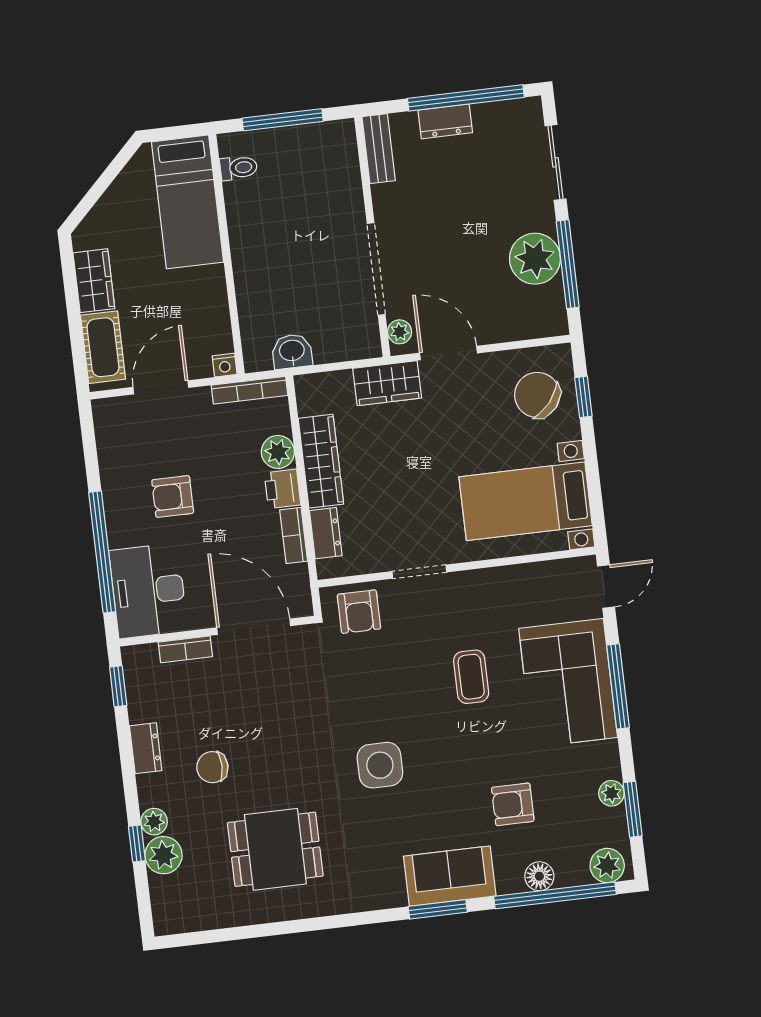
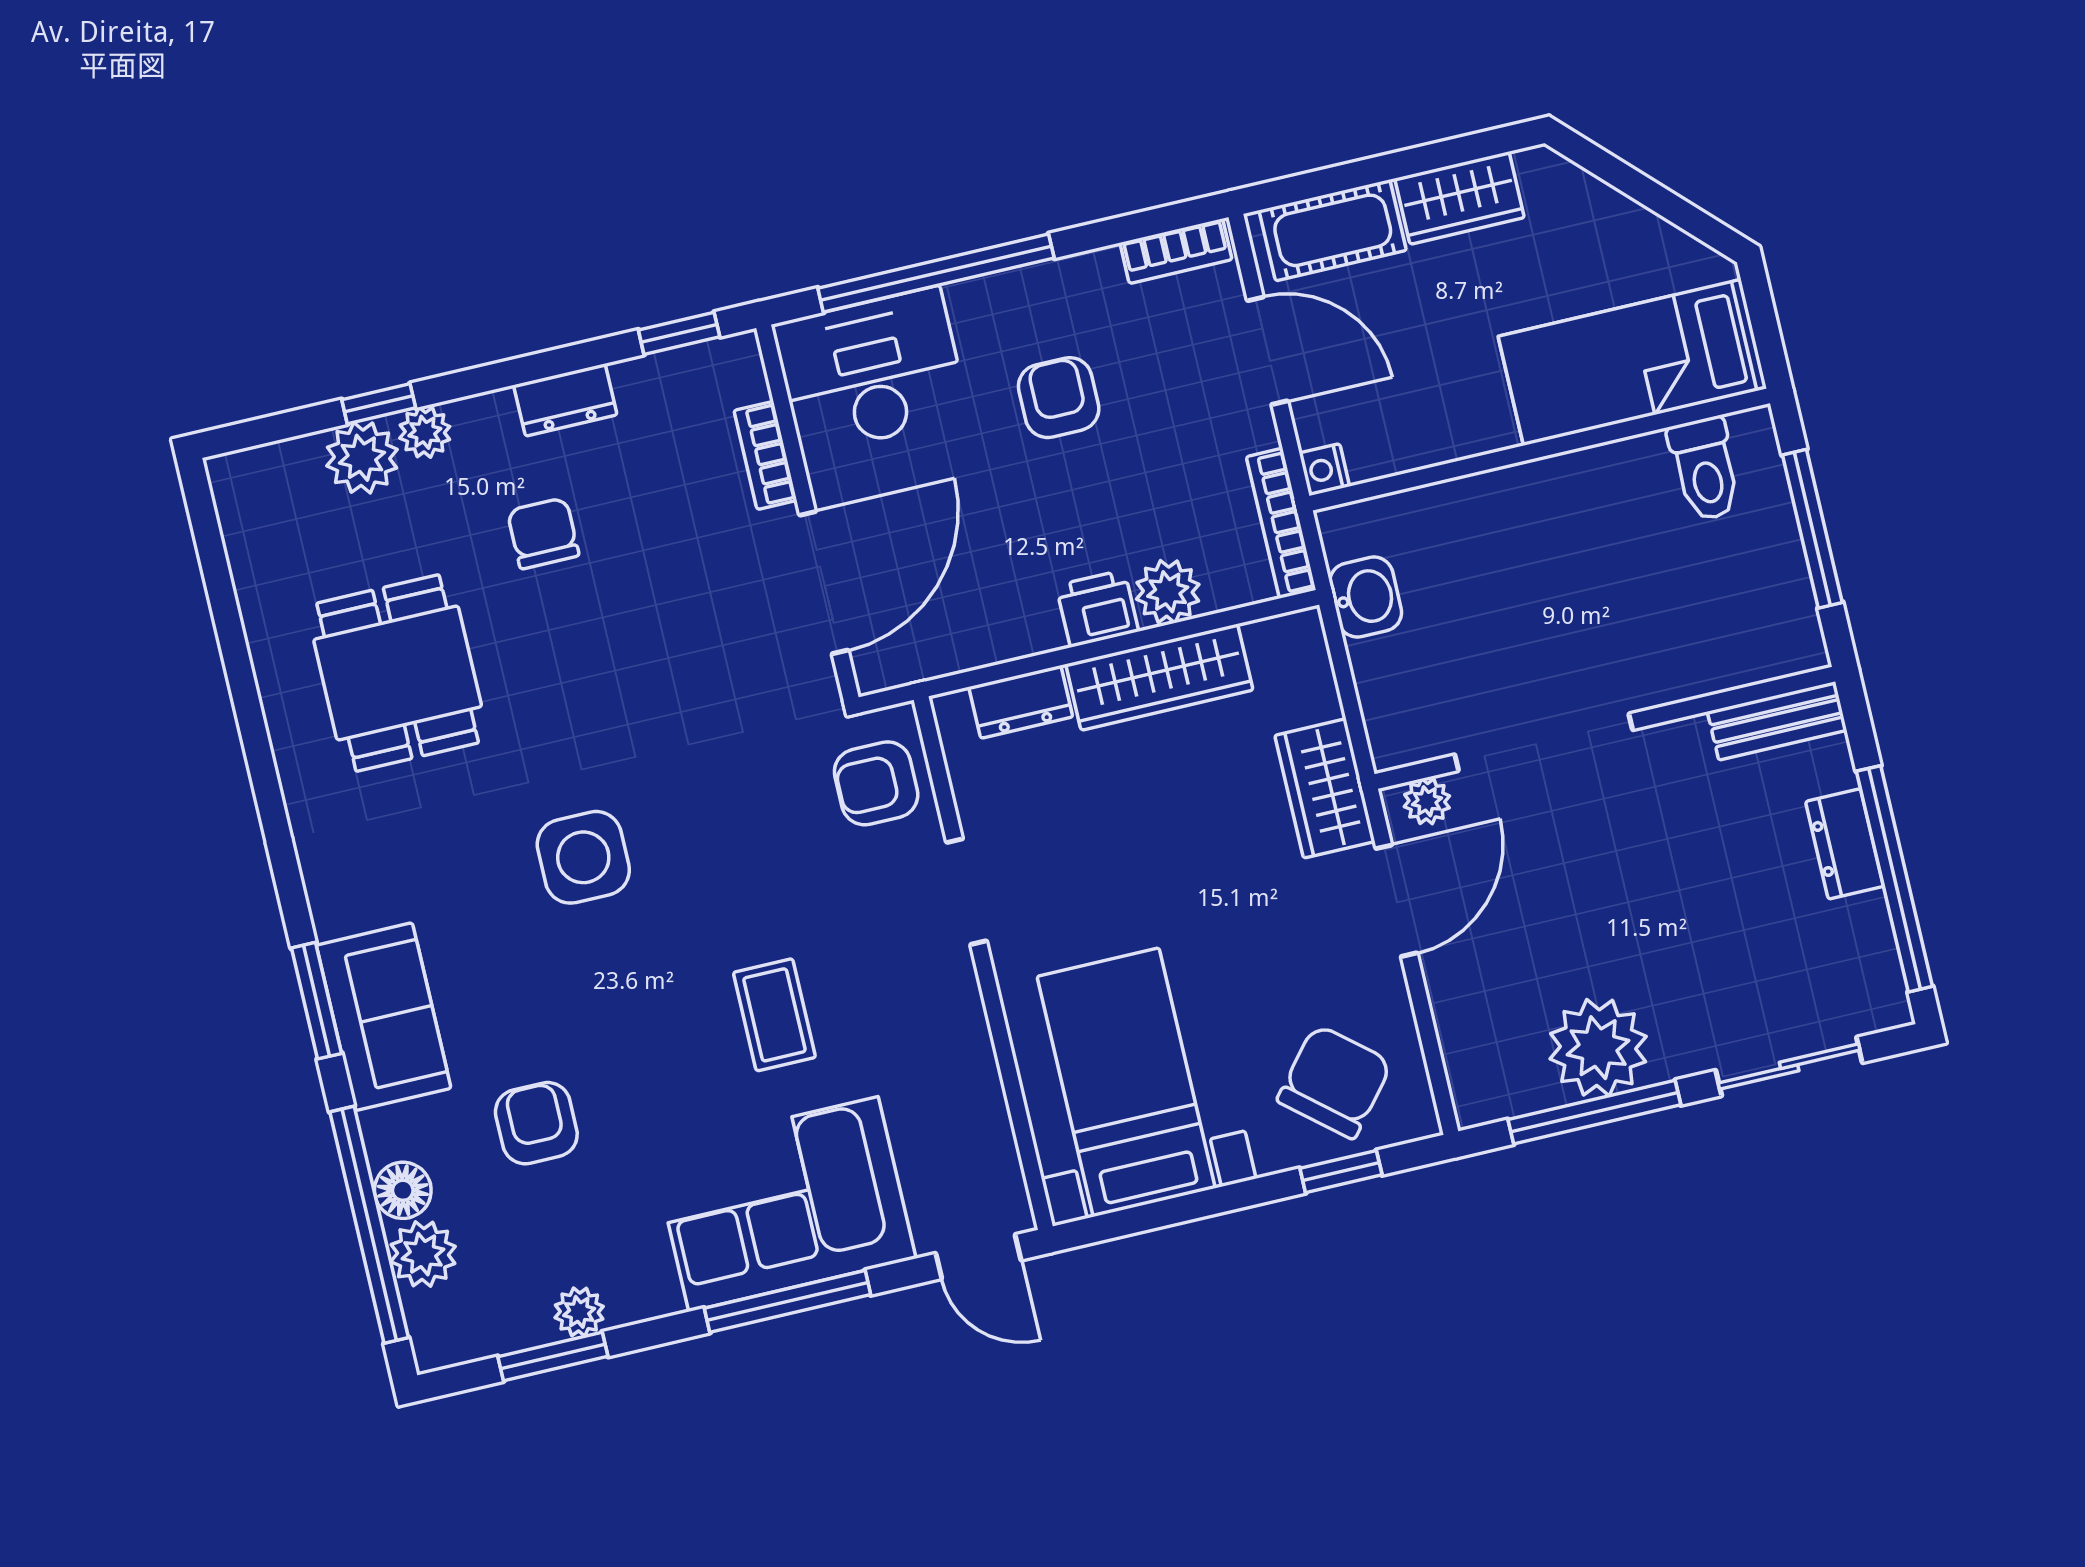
toilet: (239, 168) -> (1705, 469), width x1.37, depth x1.39
bookcase: (294, 535) -> (1176, 251), moved, turned 180
coffee table: (471, 677) -> (774, 1015), turned 90
plant: (607, 865) -> (423, 1254), moved

